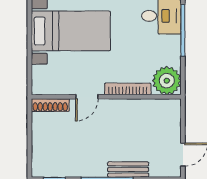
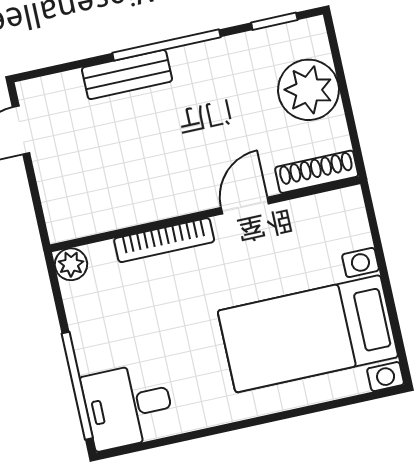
plant: (167, 81) -> (71, 264), width x0.53, depth x0.53
plant: (46, 144) -> (308, 90), added

